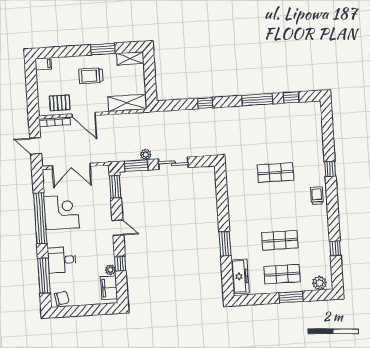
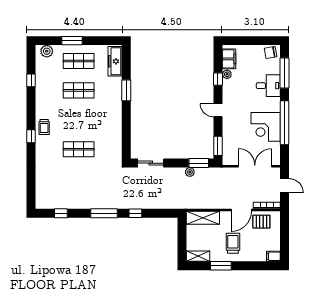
trolley: (91, 76) -> (233, 243), turned -90
window: (257, 100) -> (104, 213), moved
door: (84, 115) -> (241, 210), swing flipped
sliding door: (173, 163) -> (151, 163), moved
window: (330, 169) -> (31, 136), moved

